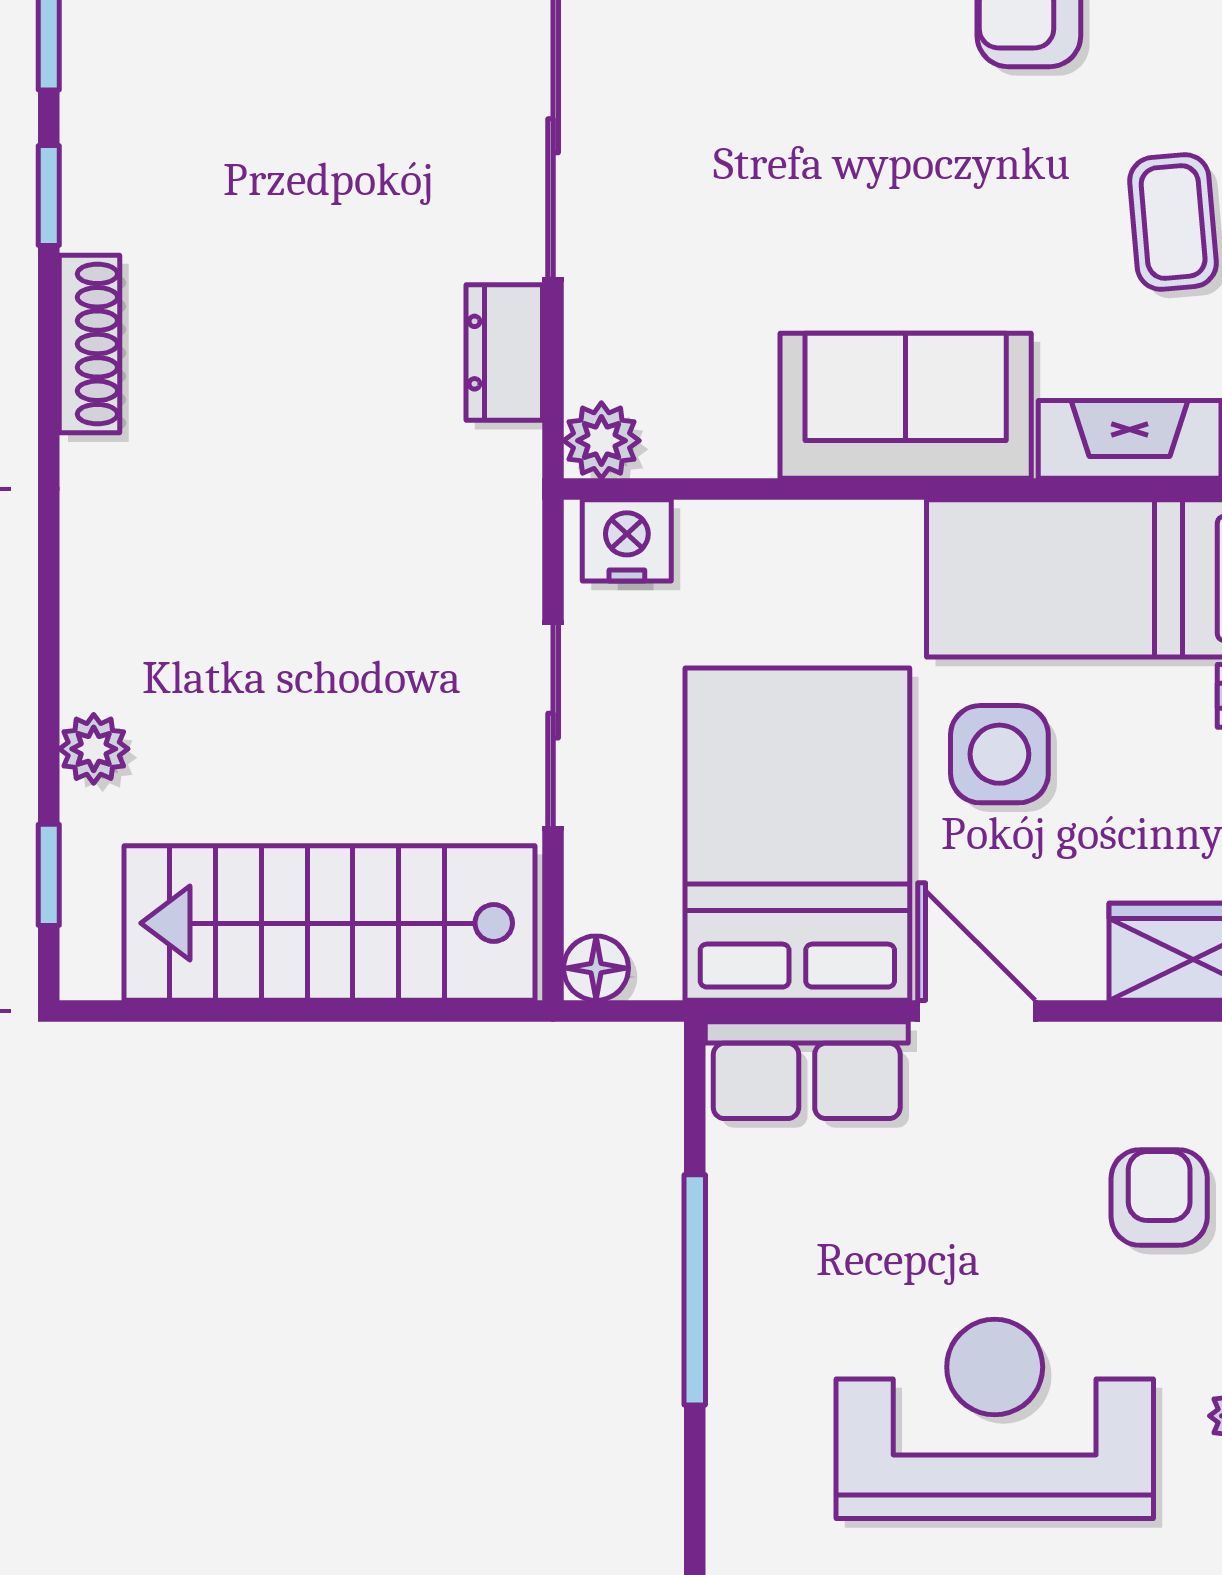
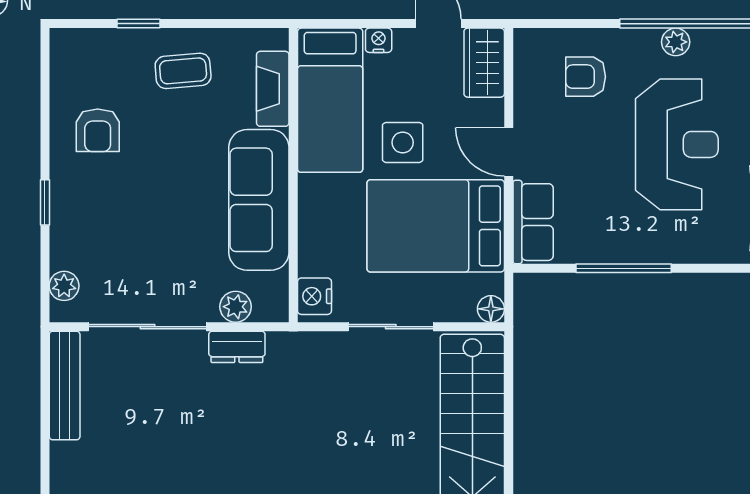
sofa: (906, 406) -> (259, 200), width x1.36
plant: (601, 441) -> (236, 307), moved
door: (977, 1011) -> (509, 152), hinge flipped
reception desk: (995, 1419) -> (677, 144), turned 180

